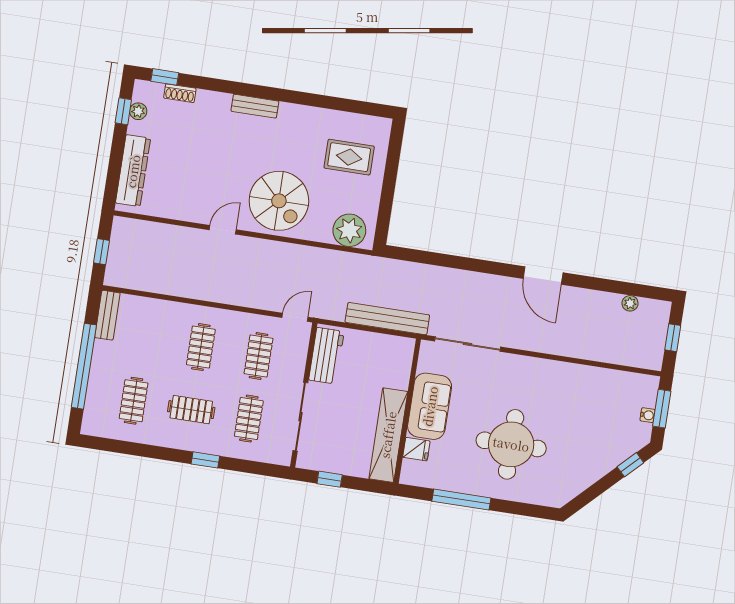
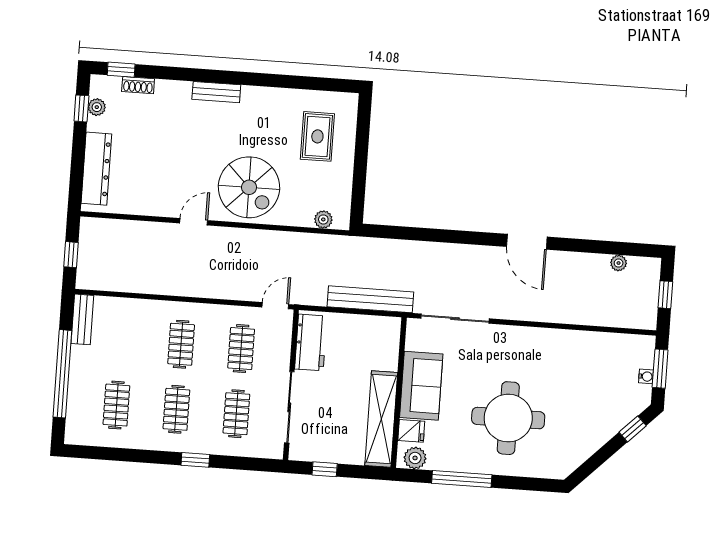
rug: (349, 157) -> (317, 136), turned 90
plant: (349, 230) -> (323, 219), width x0.53, depth x0.53
clothes rail: (191, 410) -> (176, 409), turned 90
plant: (418, 476) -> (415, 458), added

